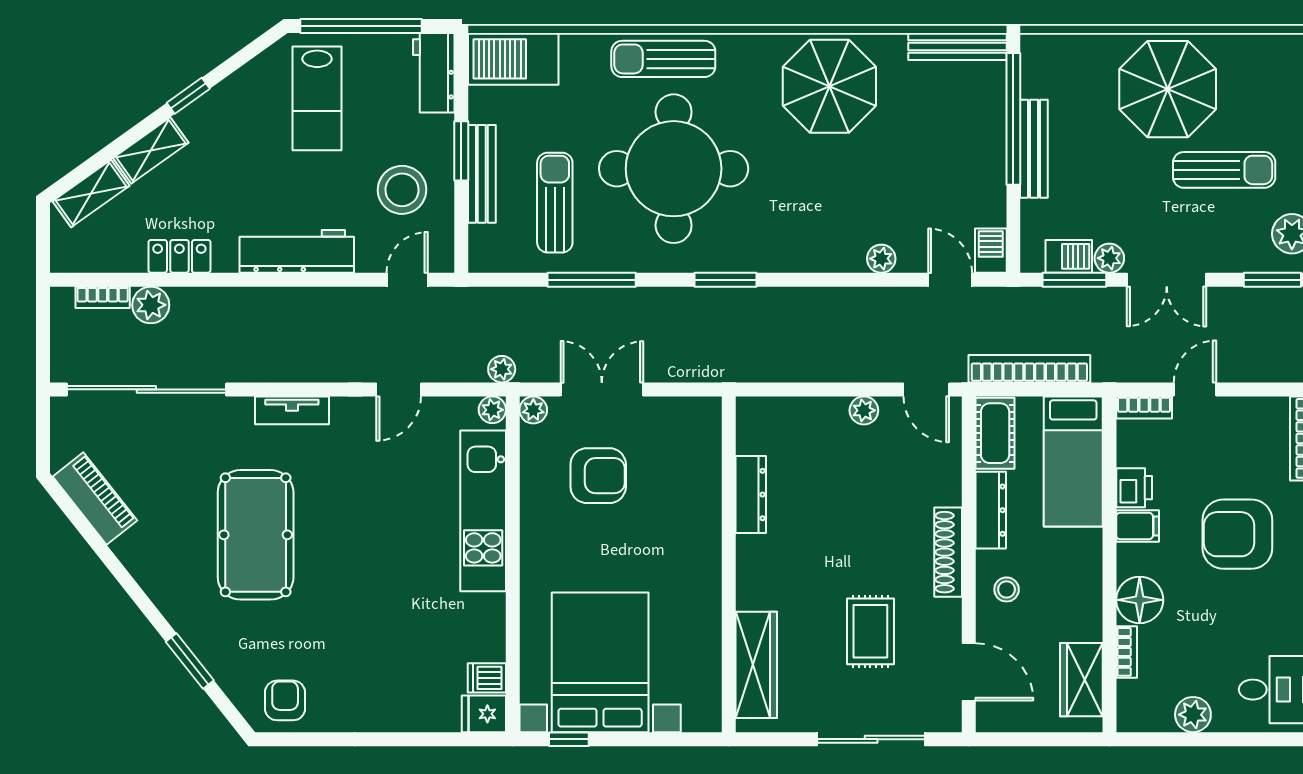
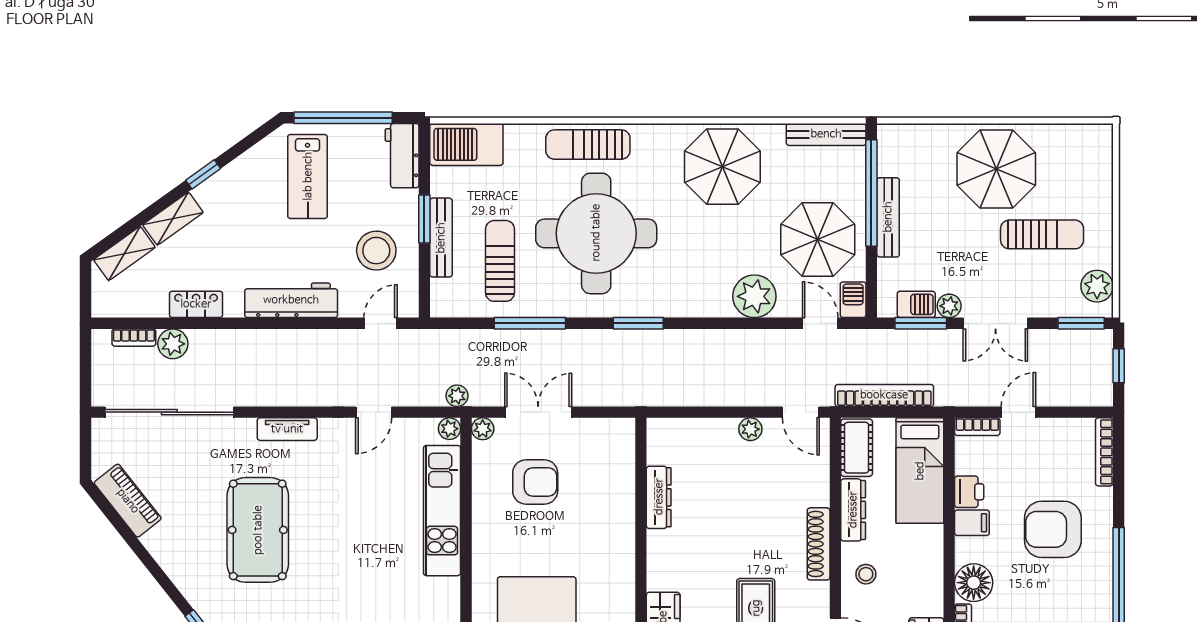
parasol: (947, 176) -> (818, 240), added
plant: (881, 259) -> (754, 296), width x1.87, depth x1.87

